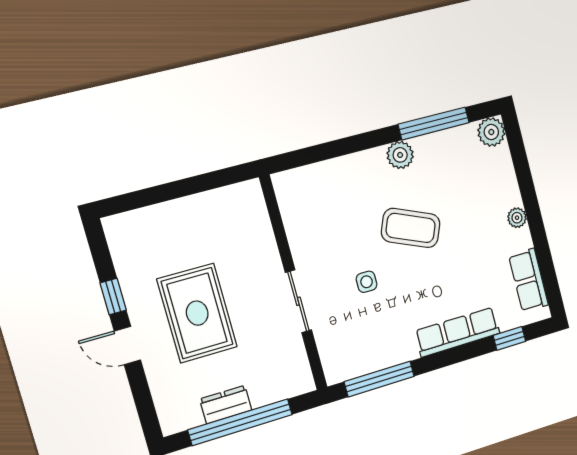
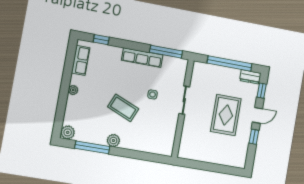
row of seats: (458, 332) -> (142, 58), moved
door: (127, 346) -> (257, 115), hinge flipped
window: (144, 402) -> (262, 91), added
dresser: (226, 405) -> (250, 77), moved

